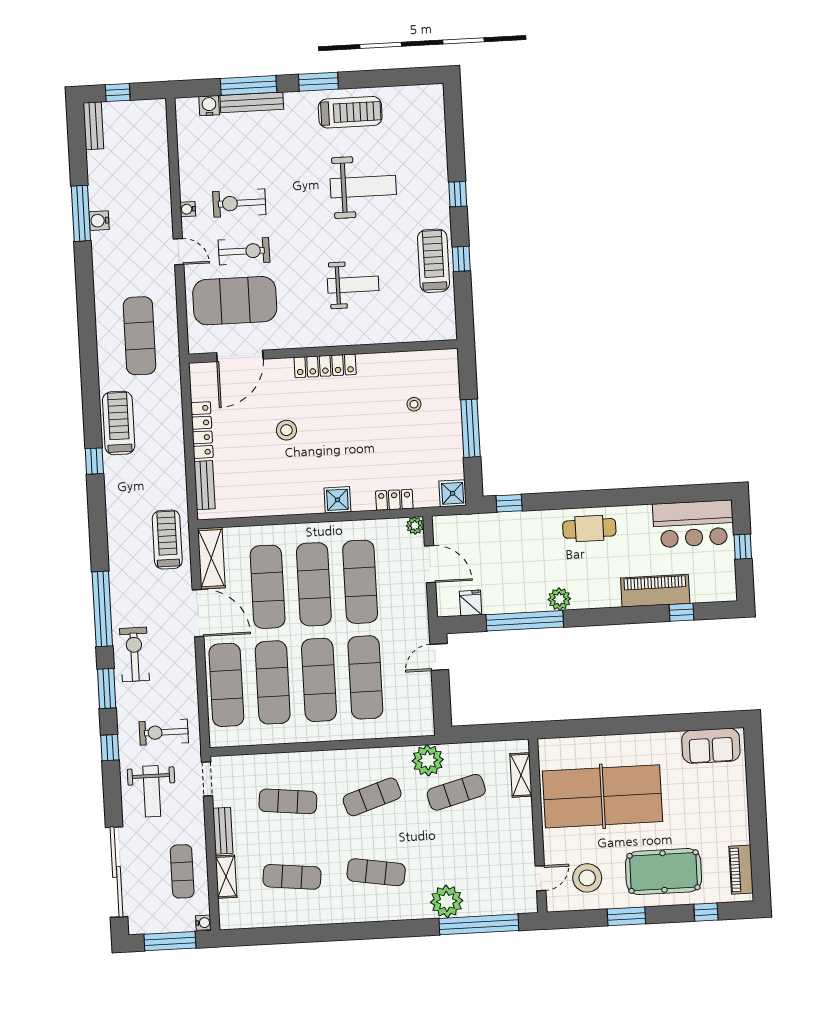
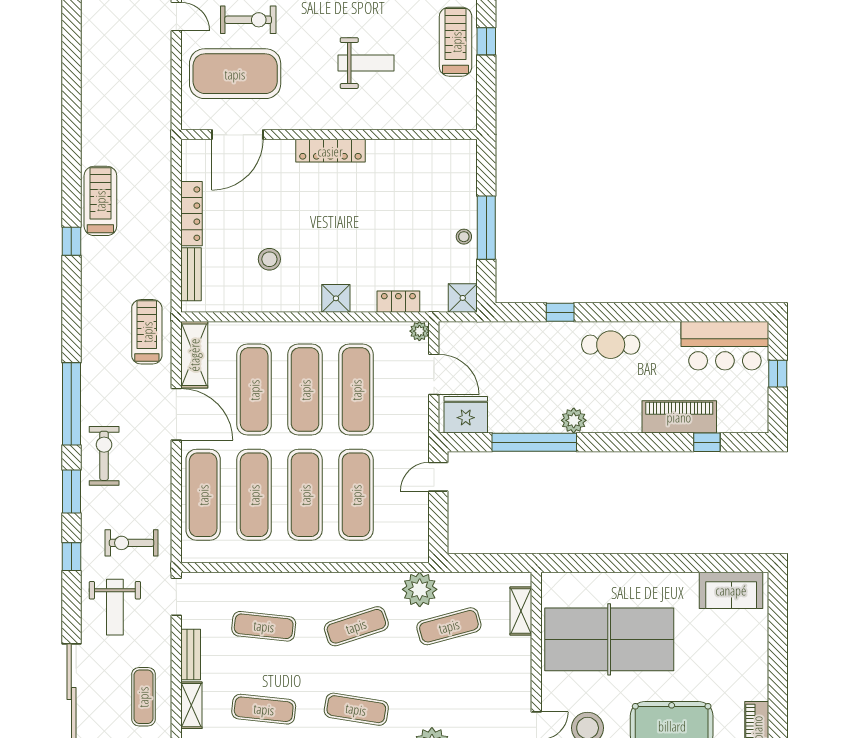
exercise mat: (140, 336) -> (129, 106), removed
stool: (414, 404) -> (464, 237), moved
stool: (286, 430) -> (269, 259), moved
window: (509, 503) -> (560, 312), moved
fridge: (471, 603) -> (466, 415), width x1.88, depth x1.34

